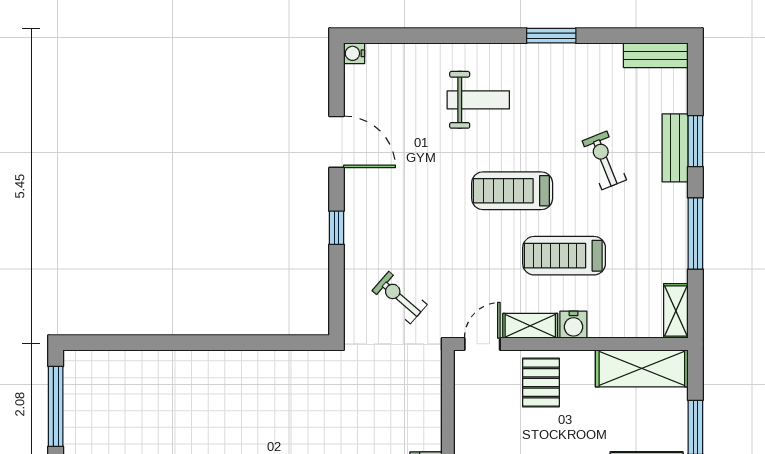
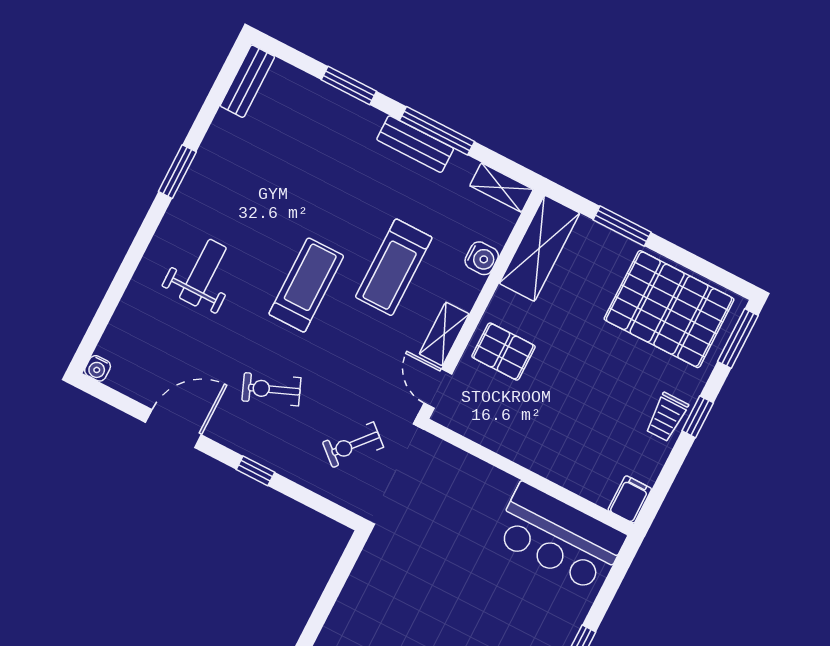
bench: (675, 148) -> (415, 144), moved
exercise bike: (604, 160) -> (271, 389), moved
treadmill: (512, 191) -> (306, 285), turned 180
water cooler: (573, 325) -> (482, 258), moved

